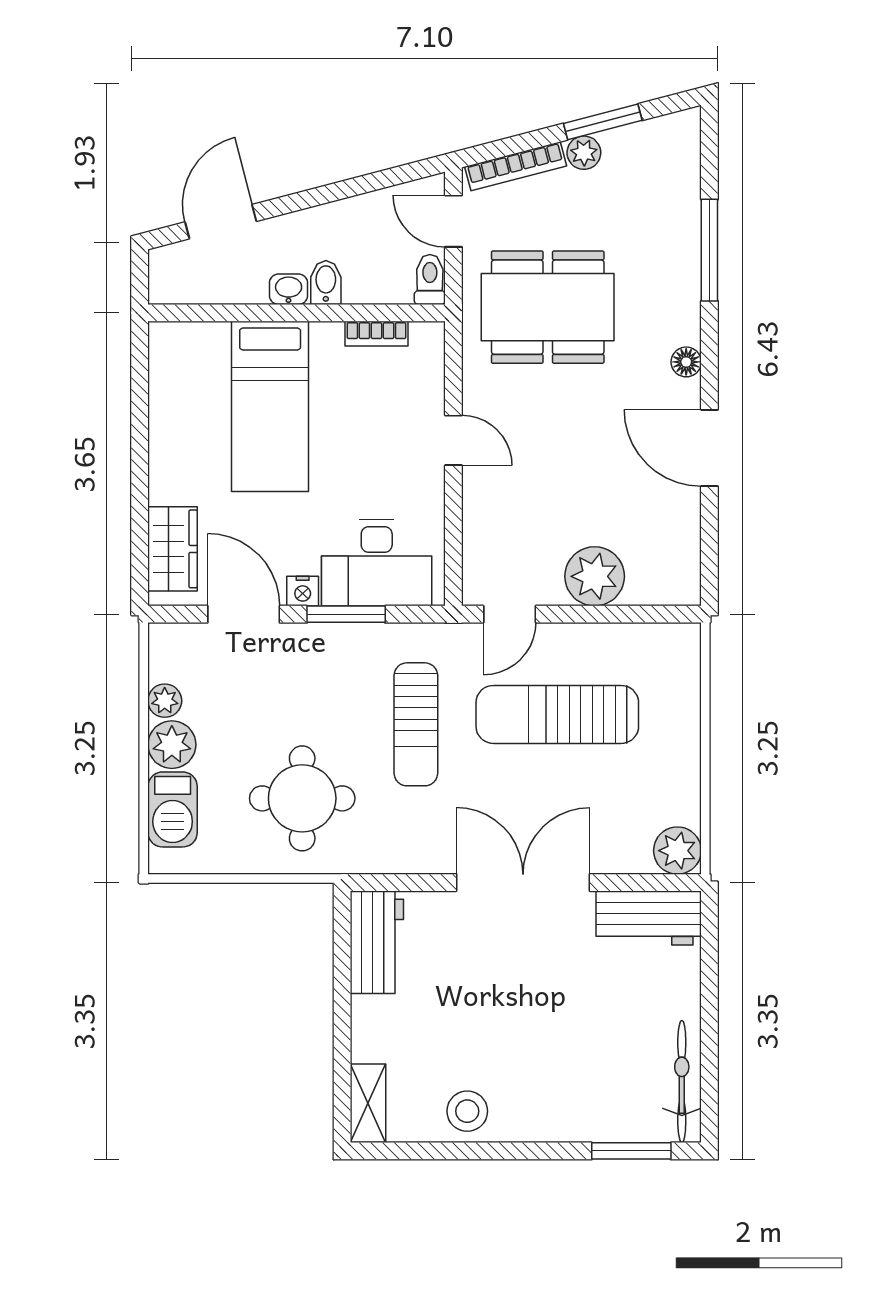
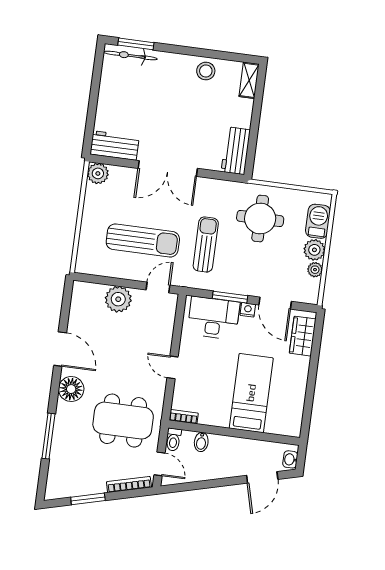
plant: (584, 153) -> (98, 486), removed
bidet: (326, 283) -> (201, 442), moved
washbasin: (289, 289) -> (290, 459), moved, turned 90
bookcase: (376, 334) -> (184, 417), moved
floor lamp: (686, 362) -> (71, 389), width x1.89, depth x1.89
bicycle: (682, 1082) -> (130, 56), moved, turned 90

